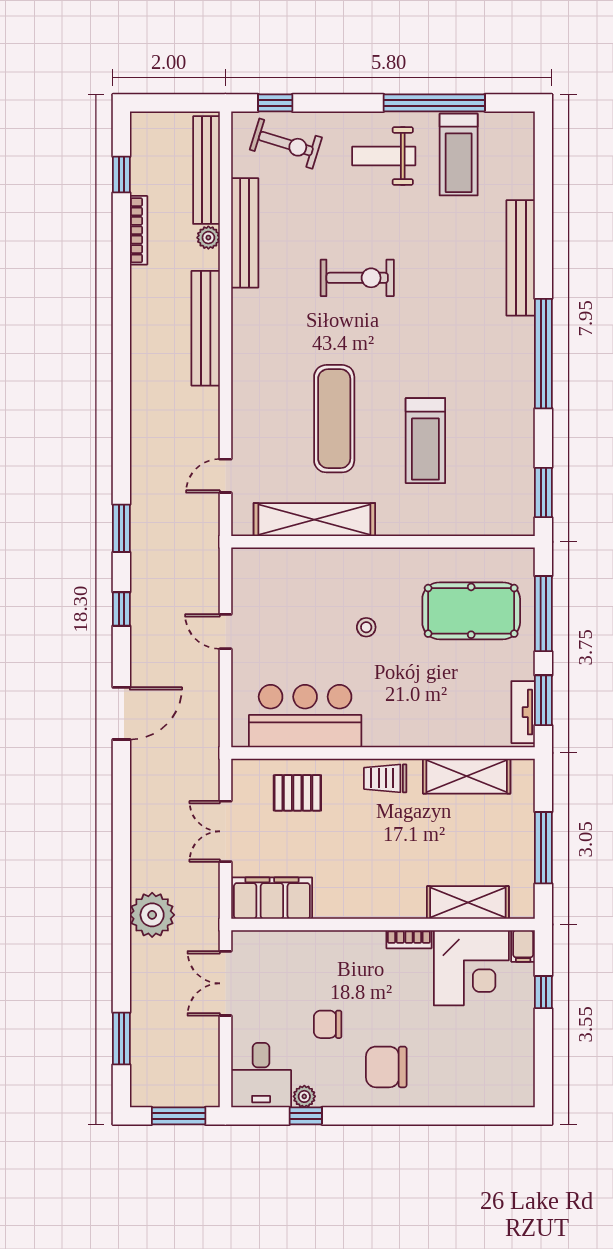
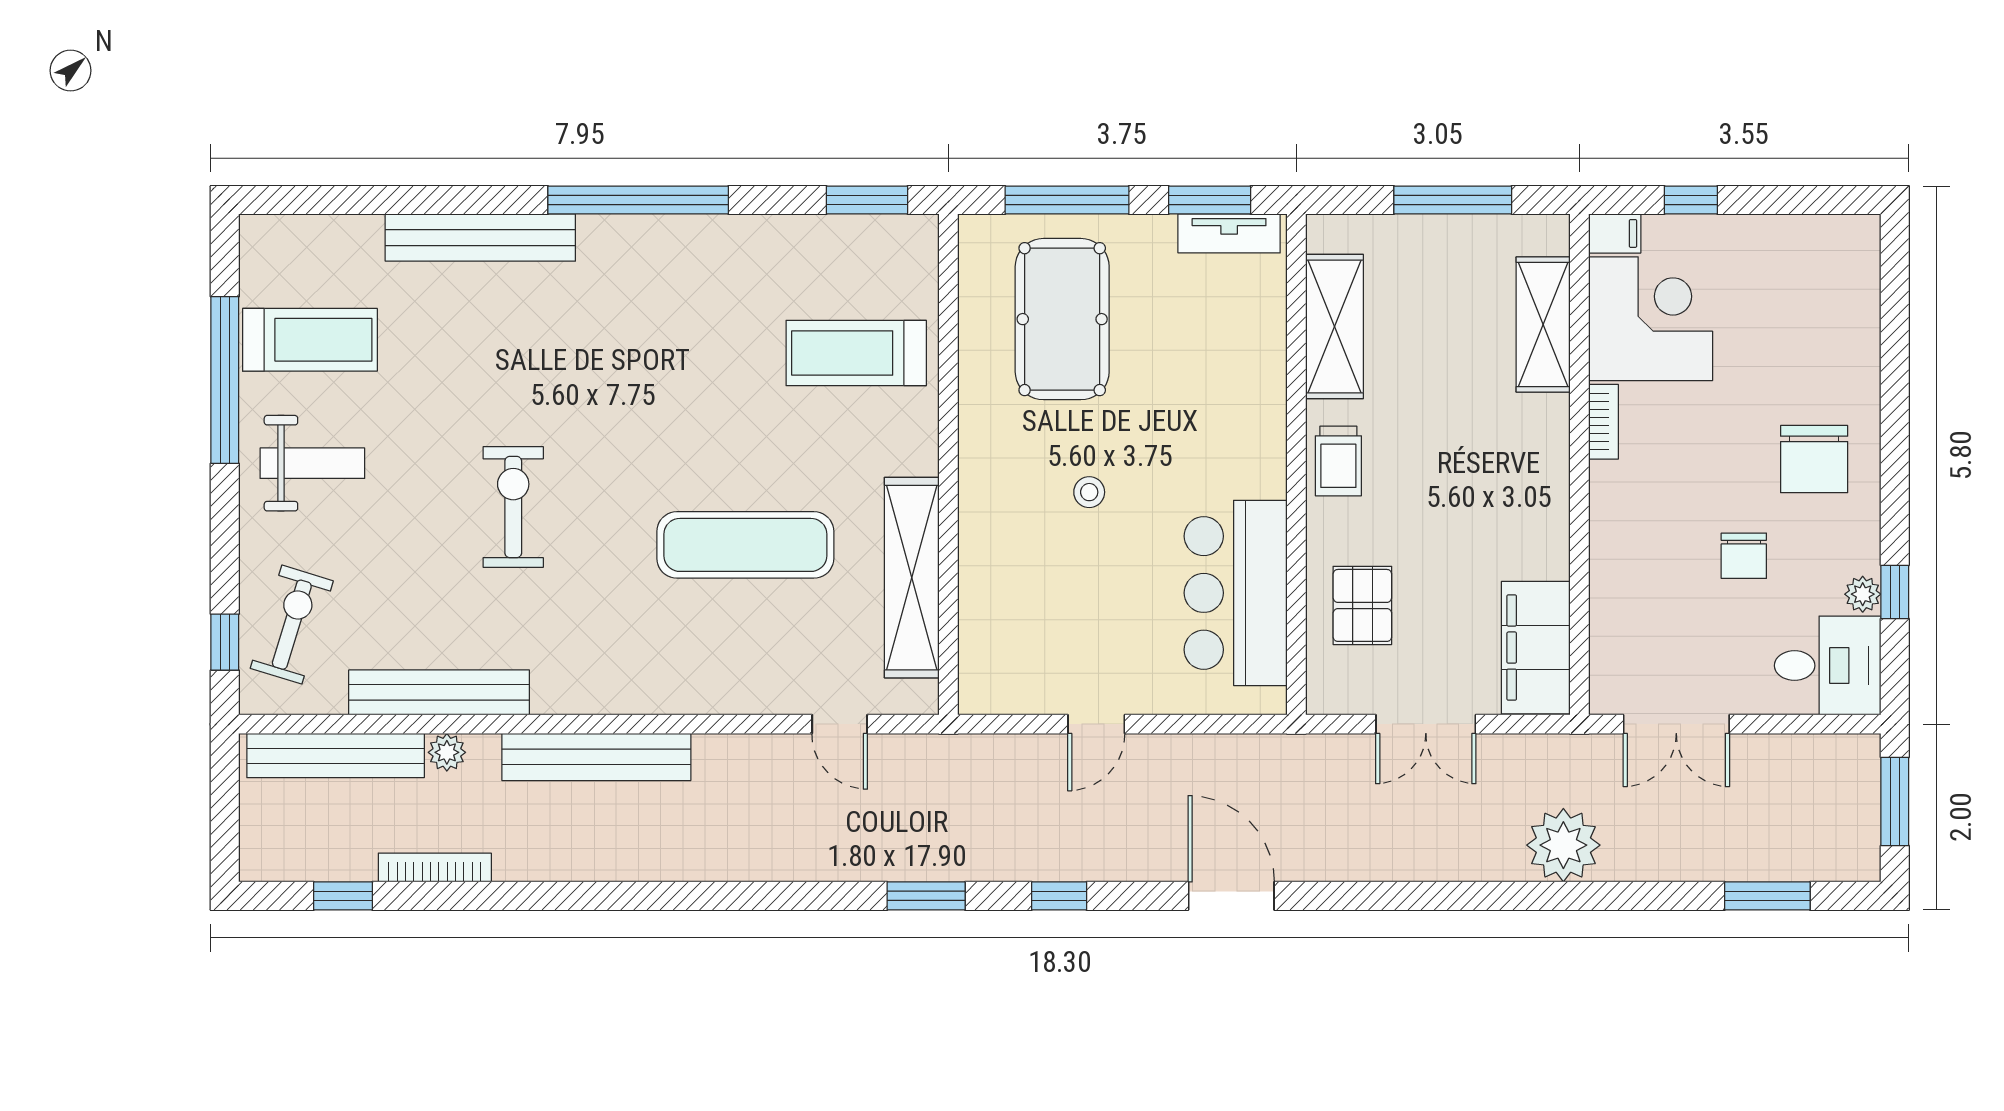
weight bench: (384, 156) -> (312, 463), turned -90
treadmill: (425, 441) -> (856, 353), moved, turned 180

